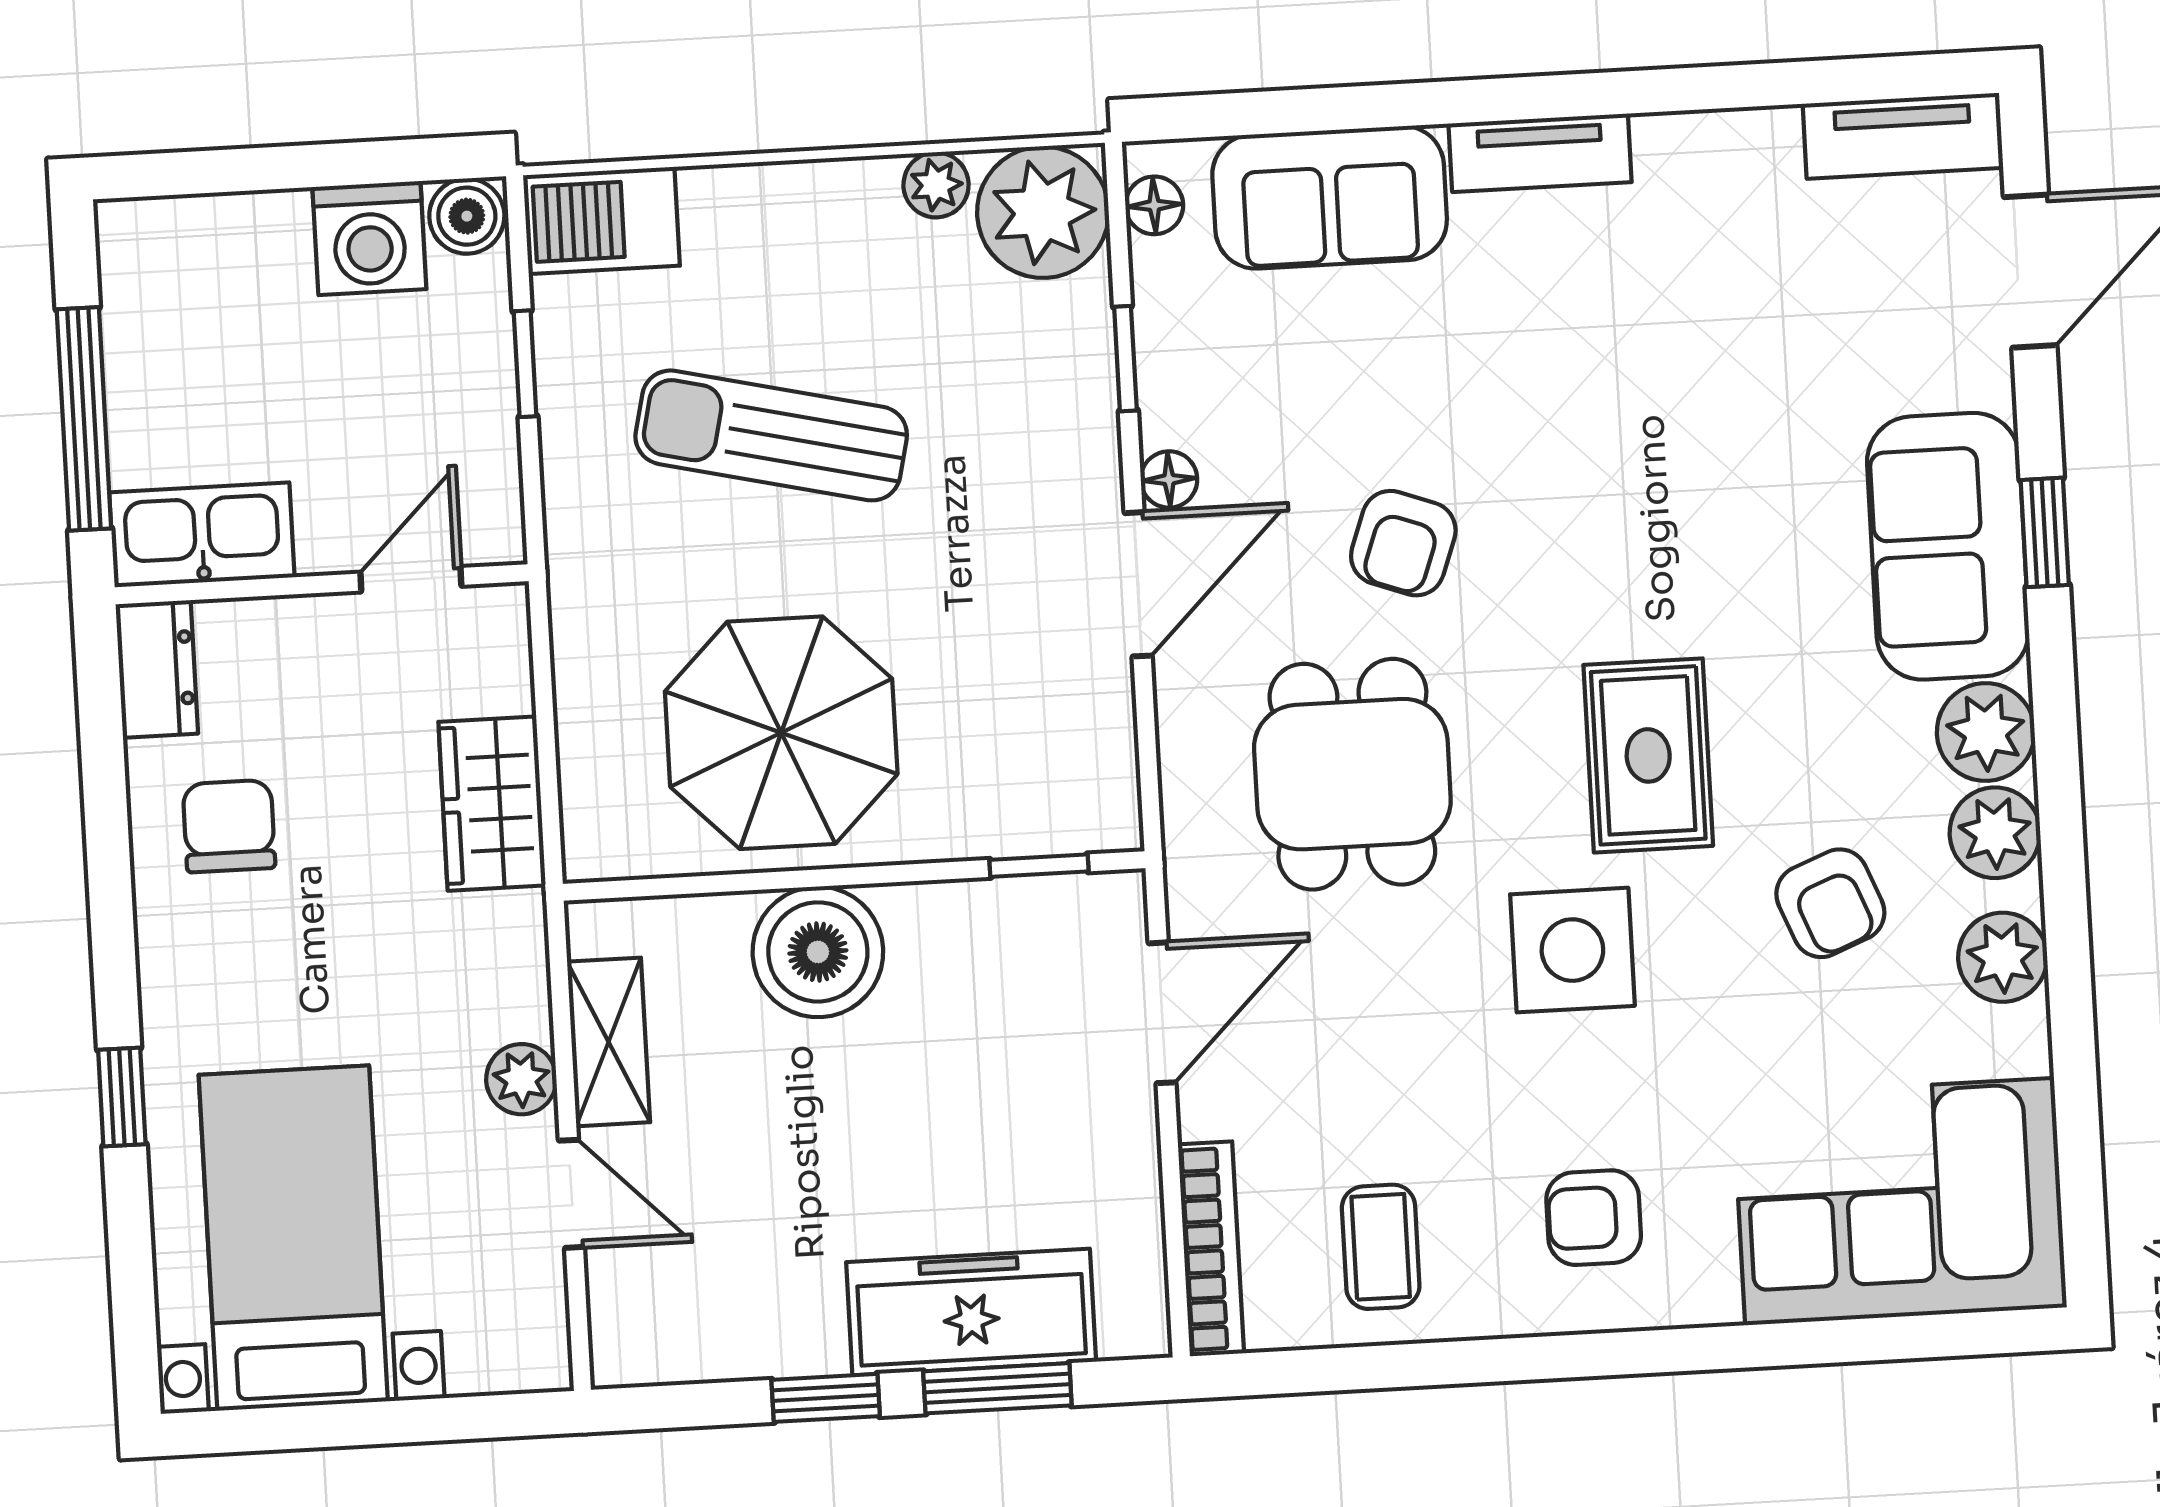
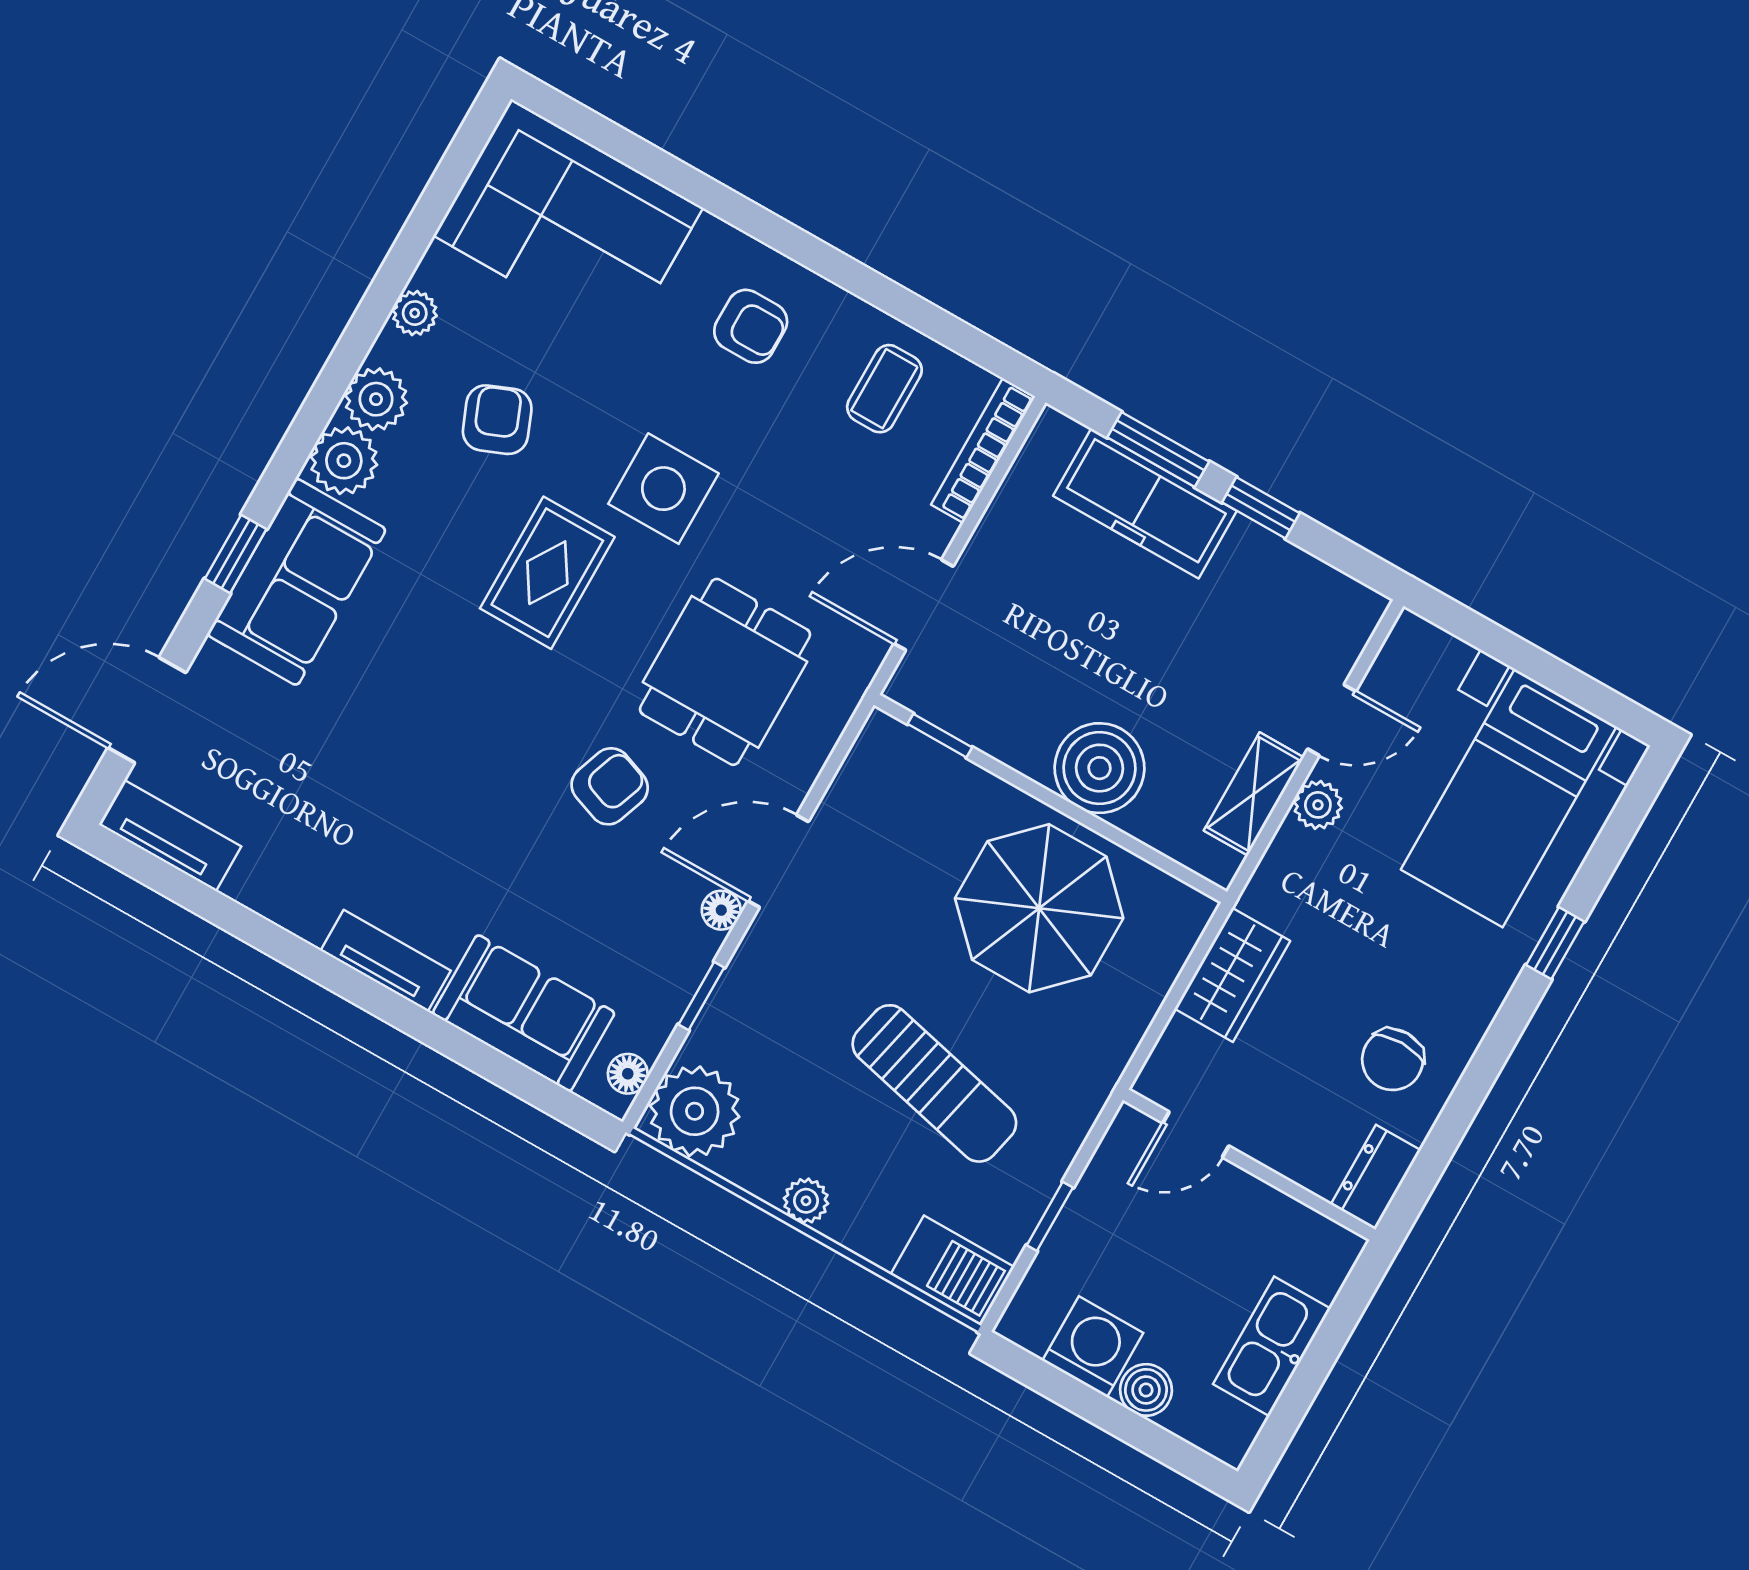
plant: (936, 185) -> (806, 1201), moved
boiler: (467, 216) -> (1146, 1390), moved
window: (84, 419) -> (1325, 1349), removed
kitchen sink: (202, 535) -> (1272, 1346), moved, turned 90
plant: (2003, 957) -> (415, 313), width x0.73, depth x0.73
door: (571, 1194) -> (1332, 720), swing flipped

